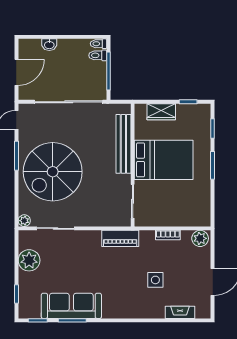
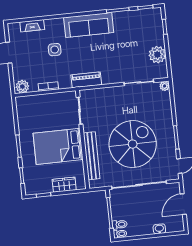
spiral stairs: (53, 172) -> (133, 144), moved
sofa: (71, 306) -> (89, 25), moved

